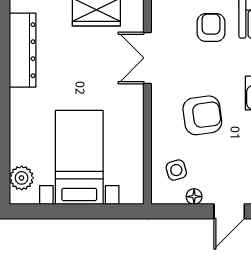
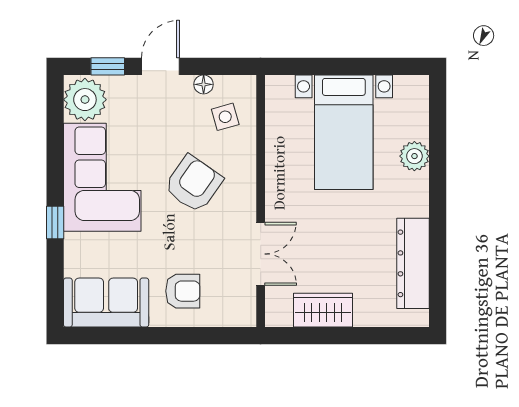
armchair: (211, 27) -> (183, 291), turned -90
armchair: (202, 115) -> (193, 184), turned 133
plant: (22, 178) -> (414, 156), moved

